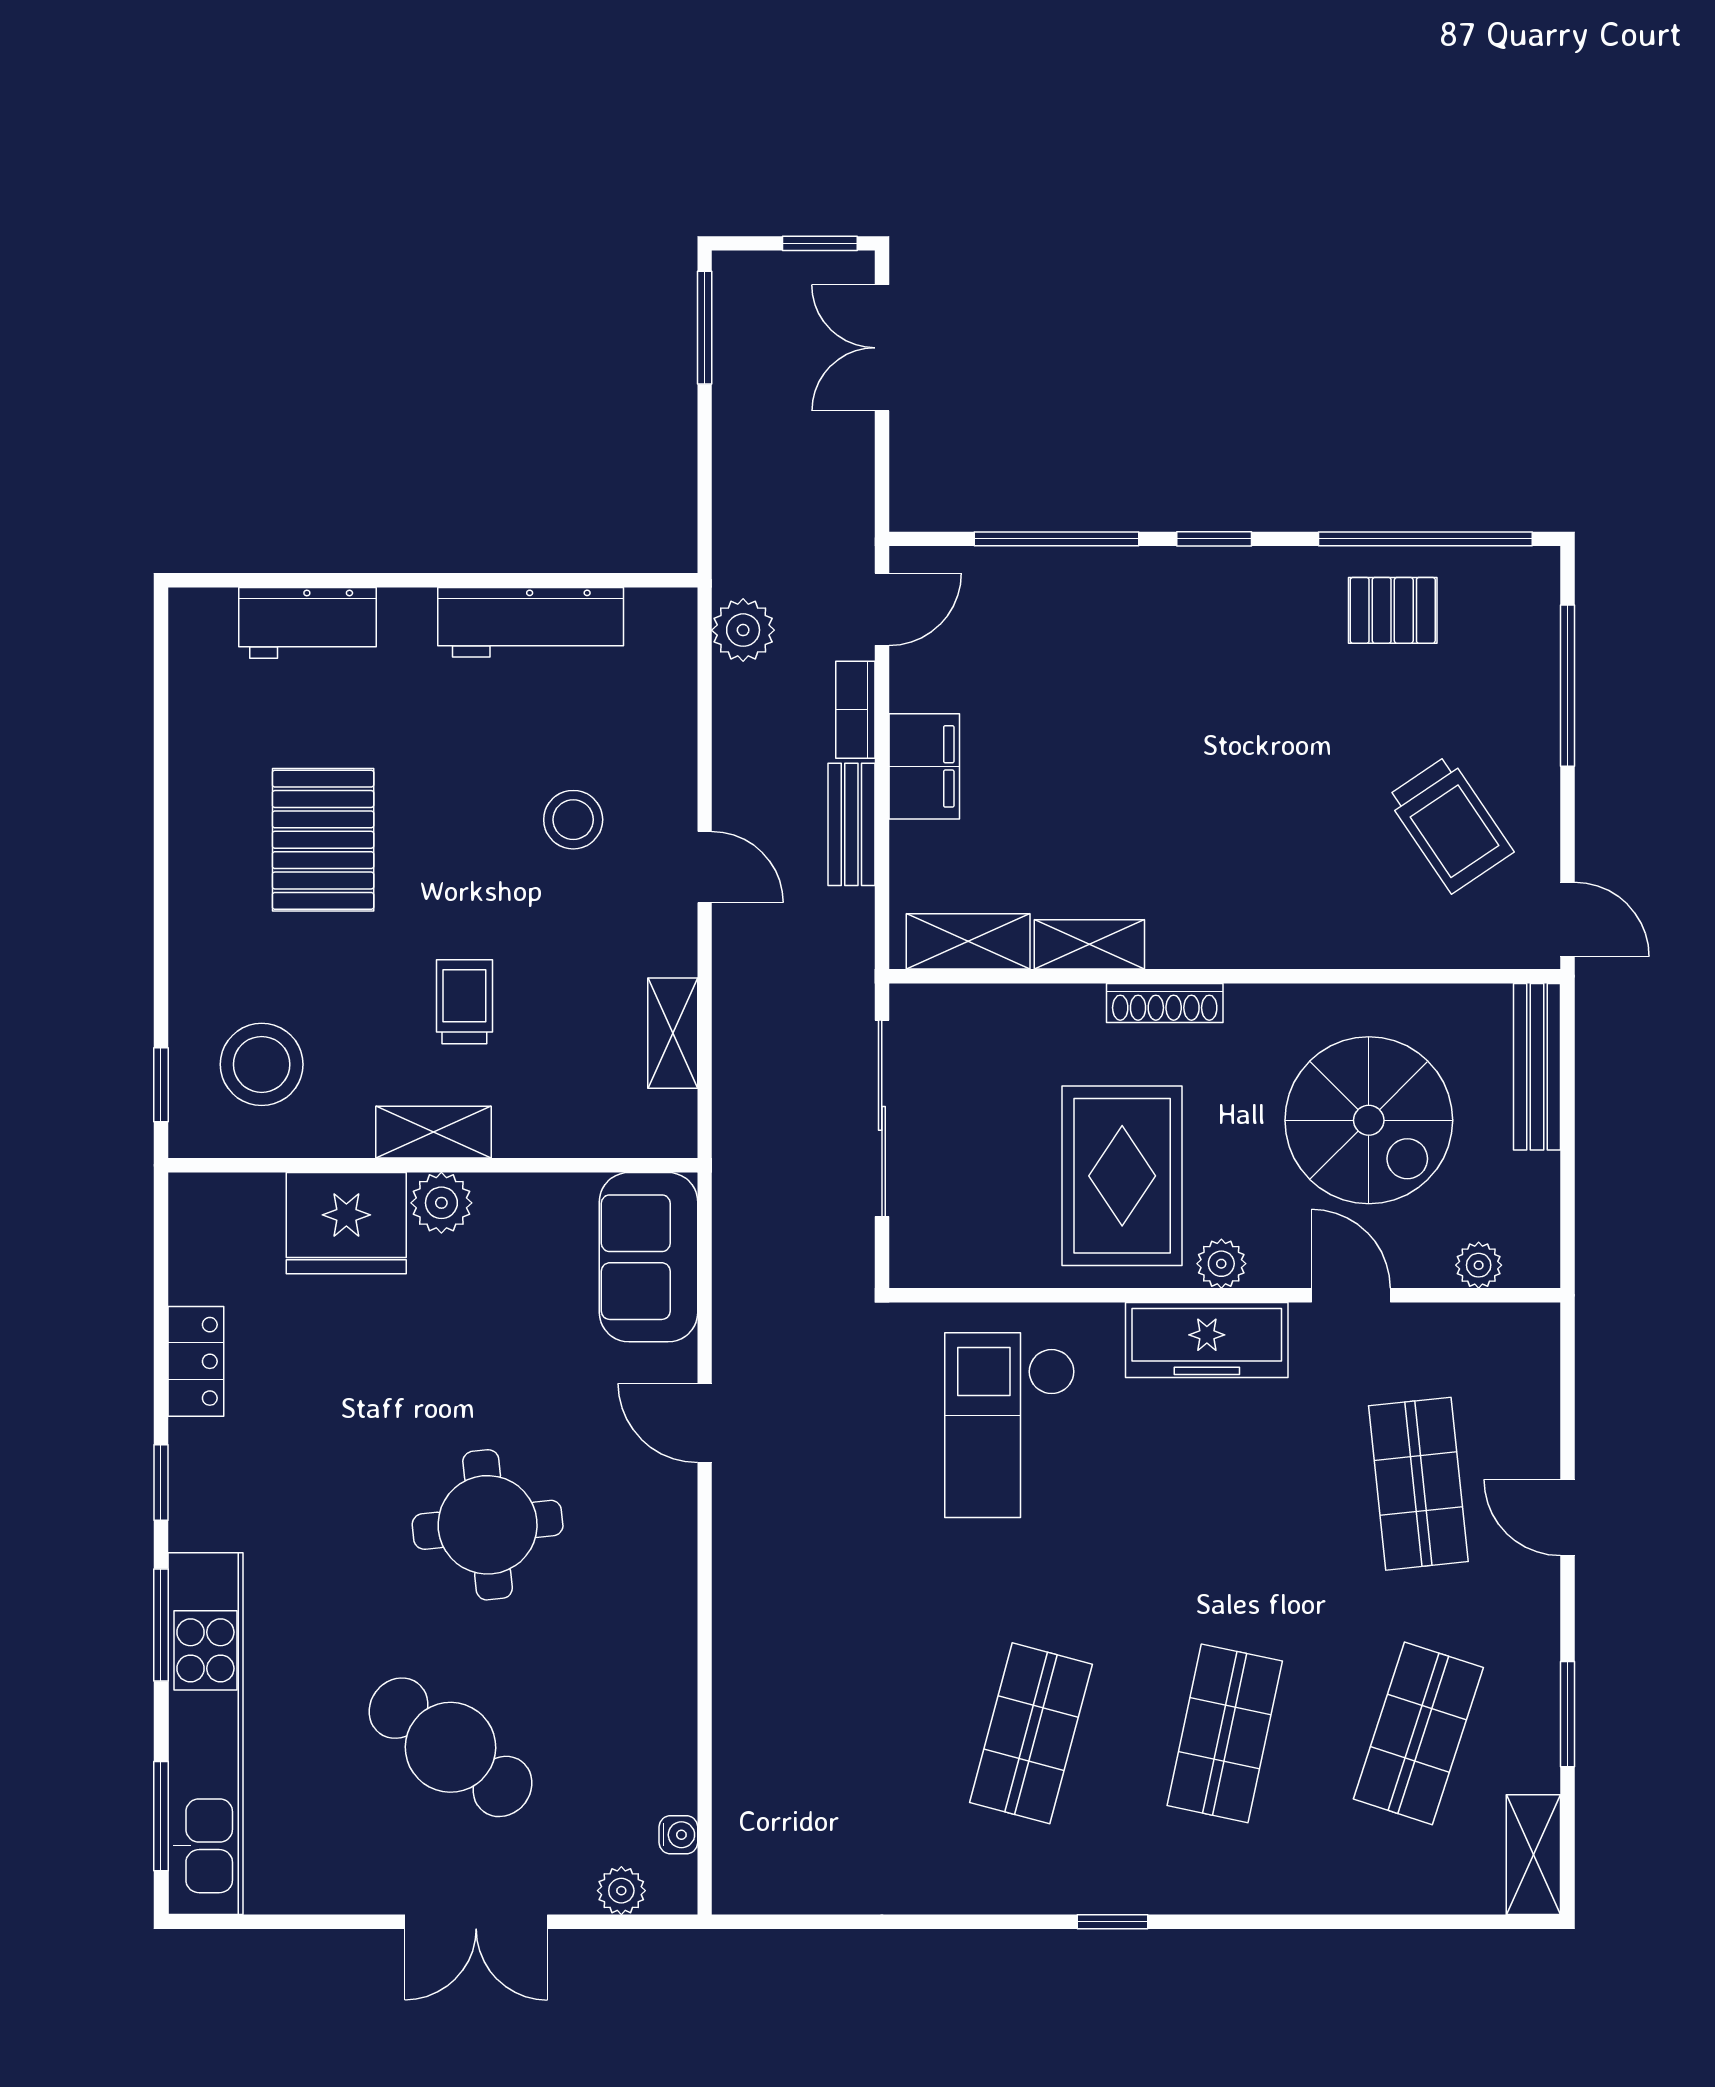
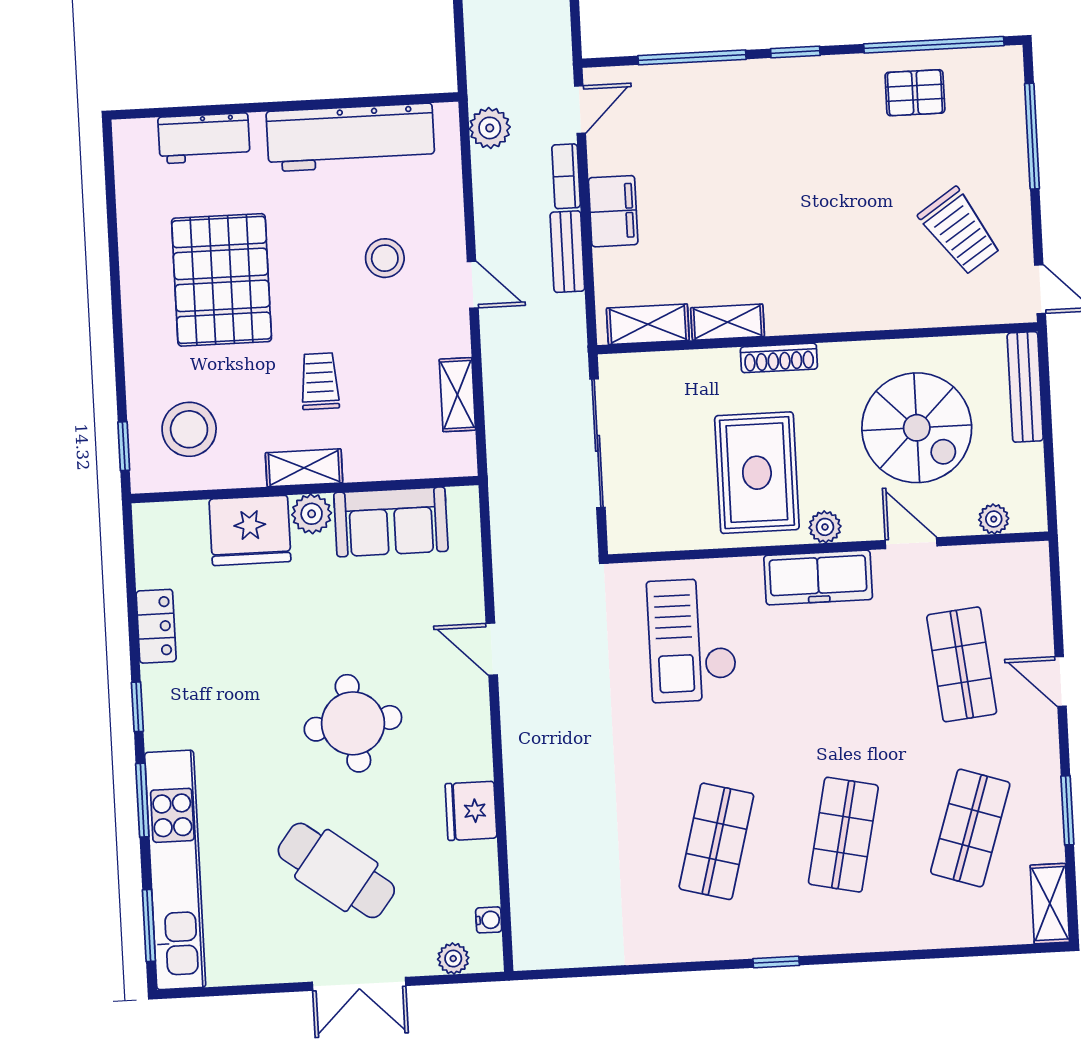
workbench: (531, 622) -> (351, 137), width x1.36, depth x1.32
pallet: (323, 840) -> (222, 280), width x1.37, depth x1.41
sofa: (649, 1257) -> (391, 522), moved, turned -90
fridge: (660, 1667) -> (471, 811), added

